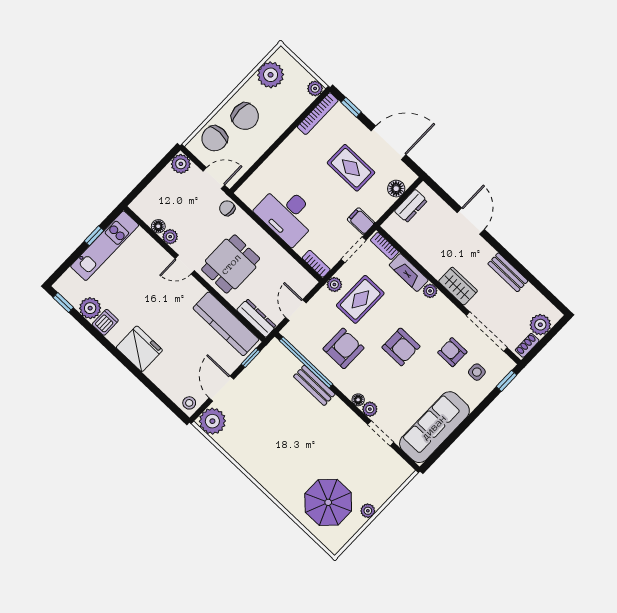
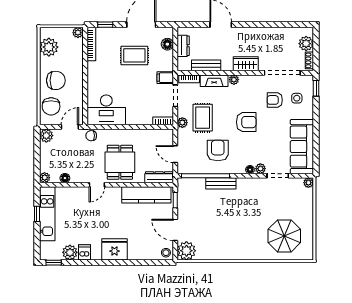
desk: (287, 214) -> (106, 110), moved
plant: (170, 237) -> (45, 178), moved
bench: (508, 272) -> (206, 65), moved
plant: (368, 511) -> (308, 183), moved

